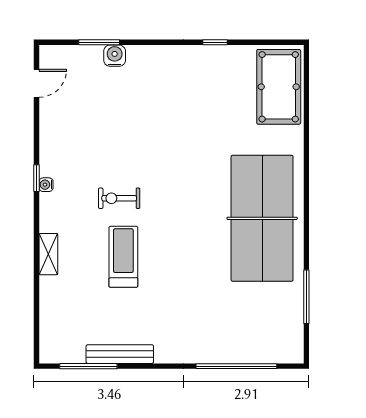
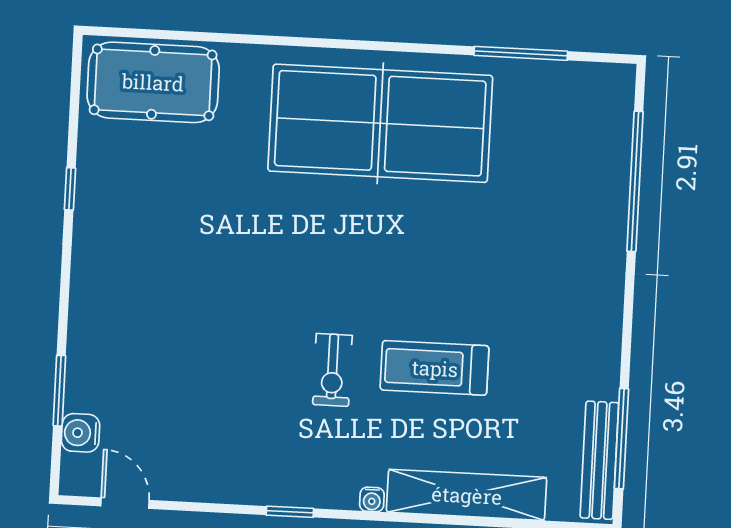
water cooler: (115, 56) -> (80, 433), moved
water cooler: (46, 185) -> (372, 499), moved
shelving: (48, 254) -> (467, 495), width x2.20, depth x1.33
bench: (120, 354) -> (599, 460), moved

